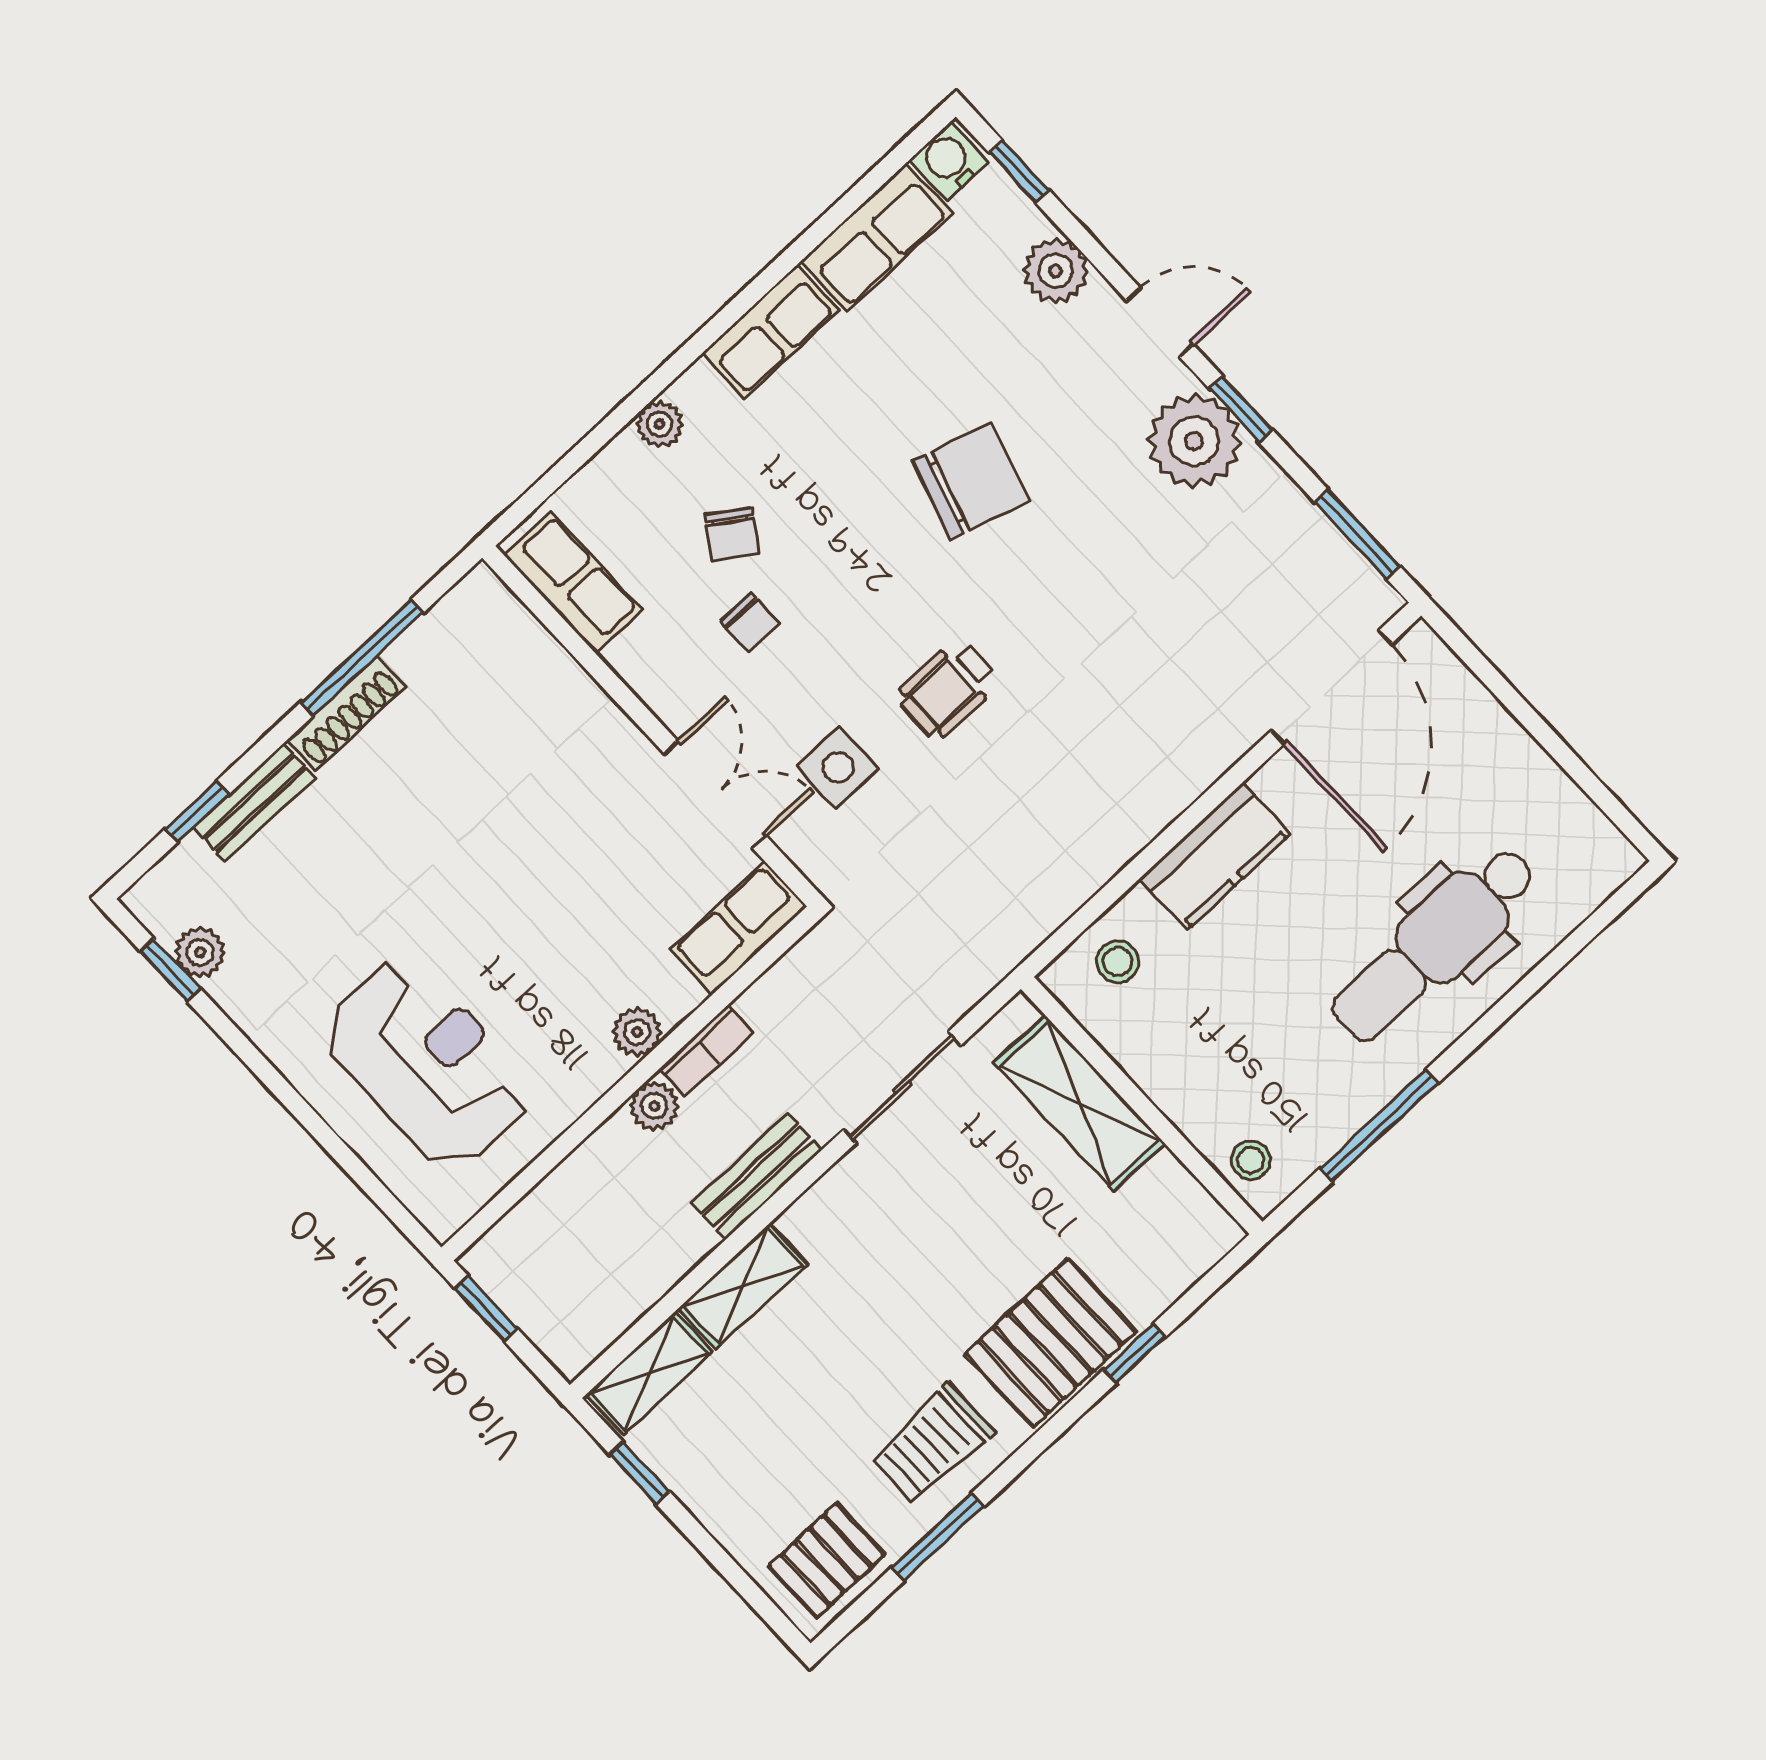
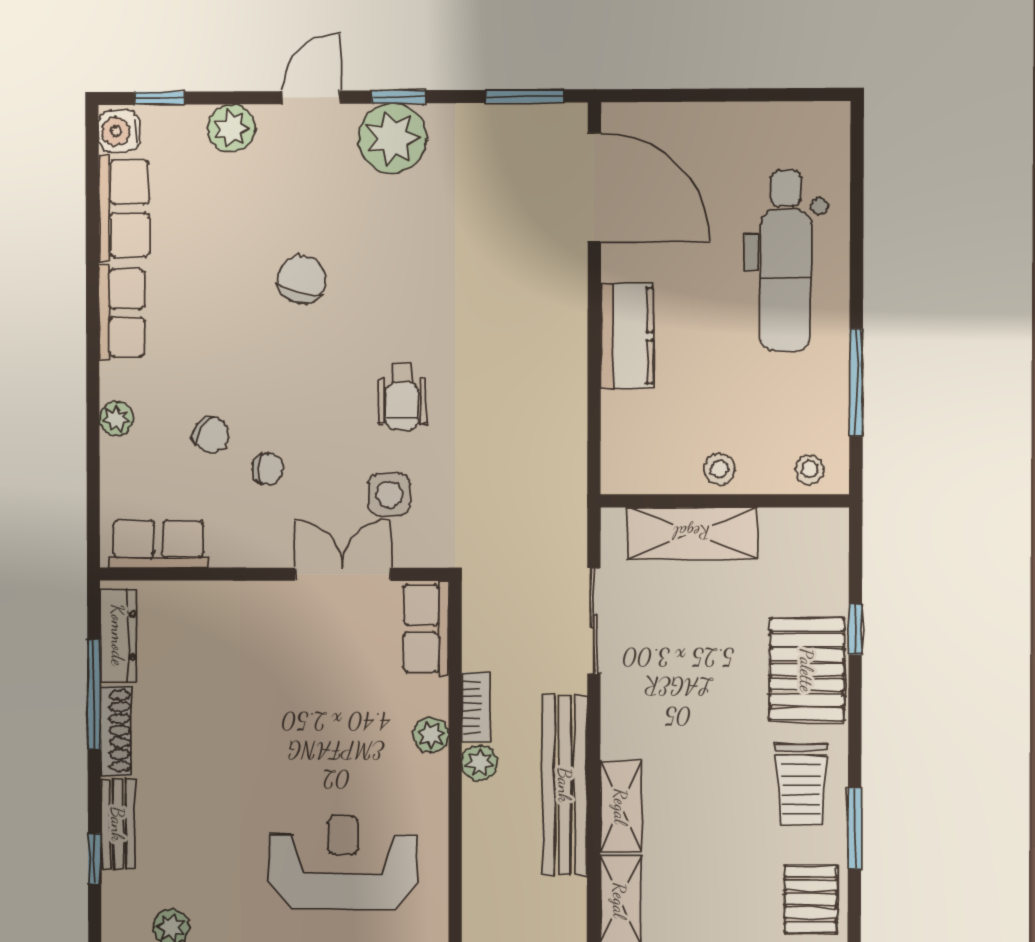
chair: (971, 481) -> (302, 279), width x0.73, depth x0.73
dresser: (444, 627) -> (118, 635), added
stool: (1118, 961) -> (719, 469), moved
bench: (757, 1177) -> (565, 785), width x1.86, depth x1.21

